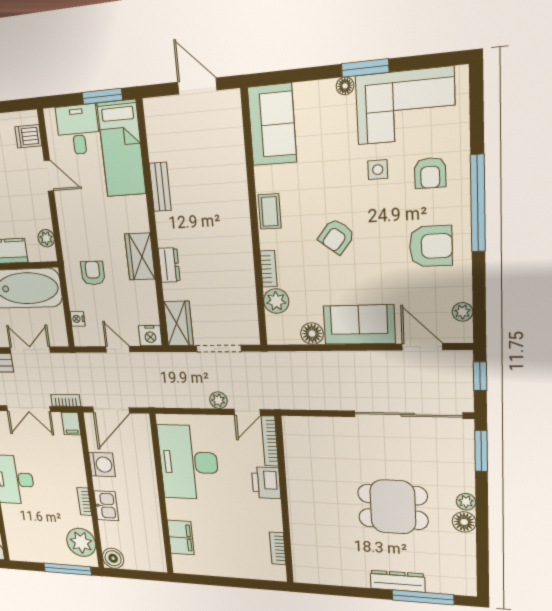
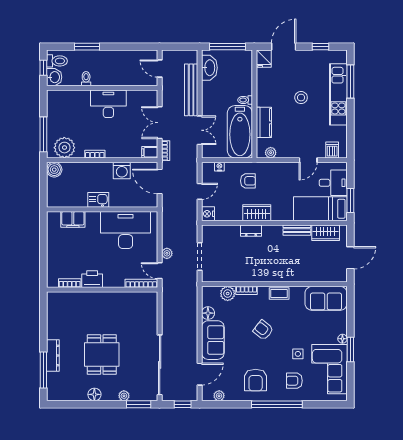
wardrobe: (179, 323) -> (326, 233), moved
printer: (266, 483) -> (92, 279), moved
plant: (466, 502) -> (124, 396), moved
kitchen sink: (106, 506) -> (98, 200), moved, turned 180

